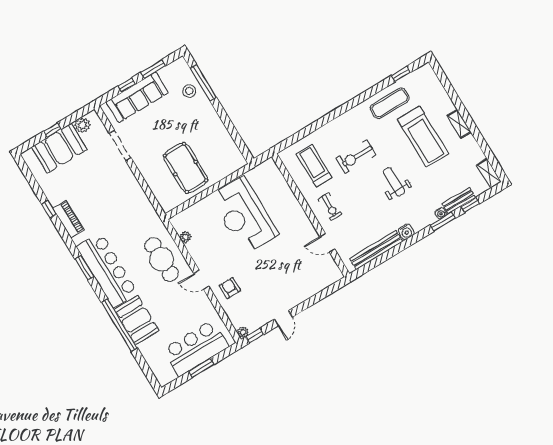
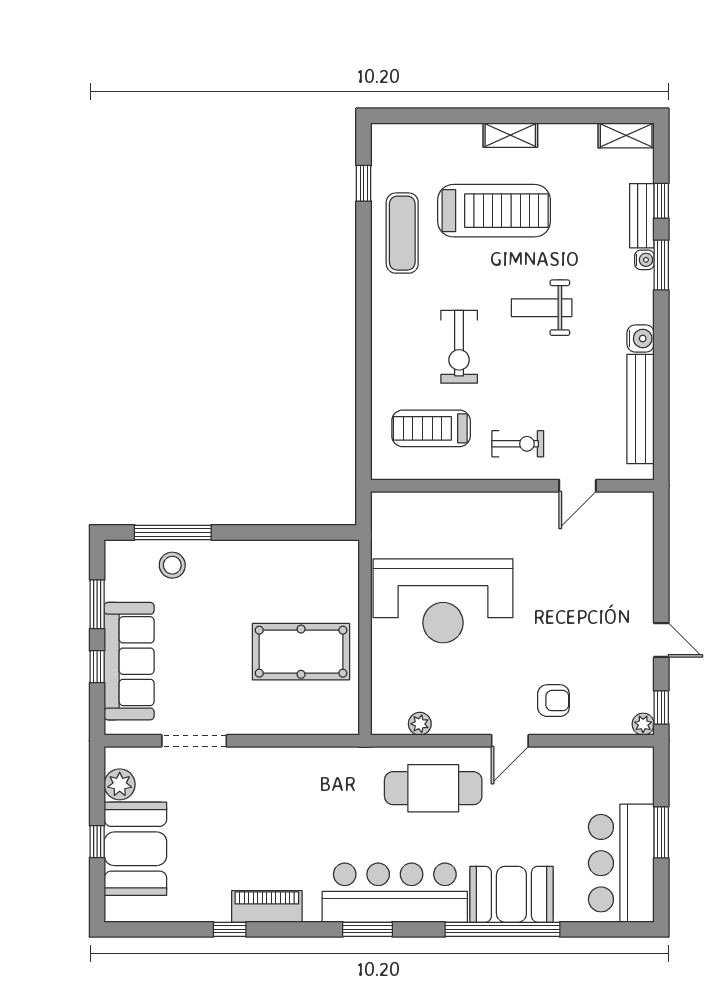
armchair: (230, 288) -> (553, 701), turned 180
bar counter: (196, 348) -> (621, 863), moved

